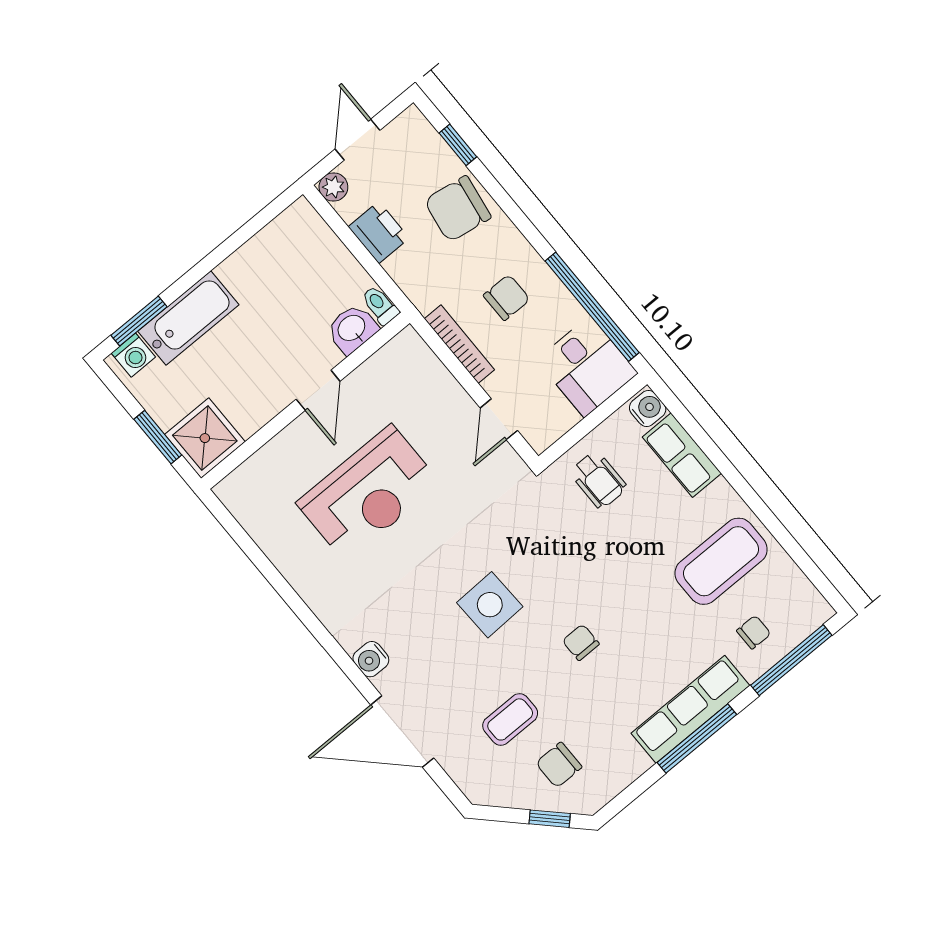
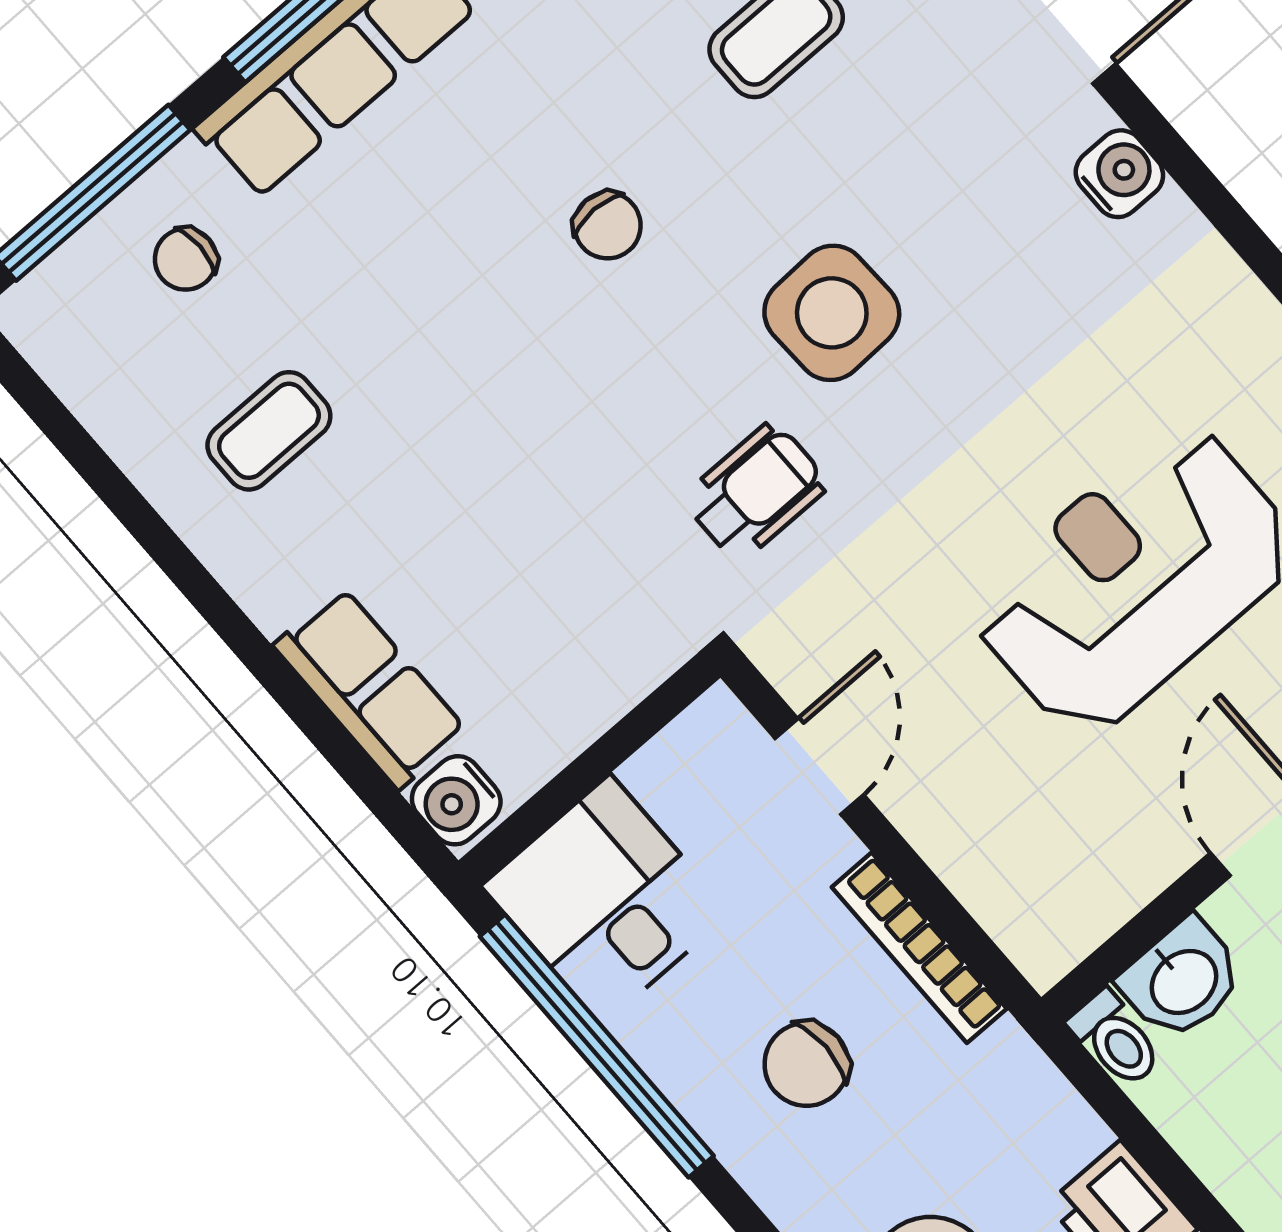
wheelchair: (598, 480) -> (756, 491), moved, turned 90
coffee table: (721, 561) -> (269, 431), width x0.54, depth x0.58

